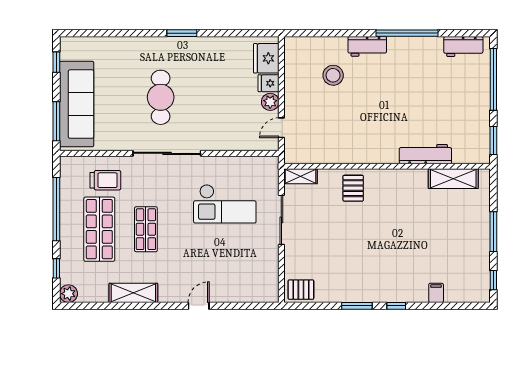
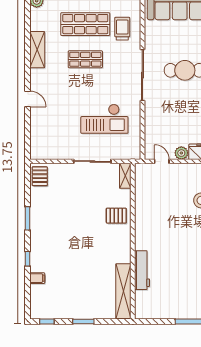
window: (493, 140) -> (152, 321), removed
shelving: (453, 179) -> (123, 291), width x1.47
trolley: (105, 180) -> (122, 29), turned 180
checkout: (225, 204) -> (104, 119), turned -90
window: (493, 232) -> (83, 321), width x0.69
window: (396, 306) -> (27, 259), moved

